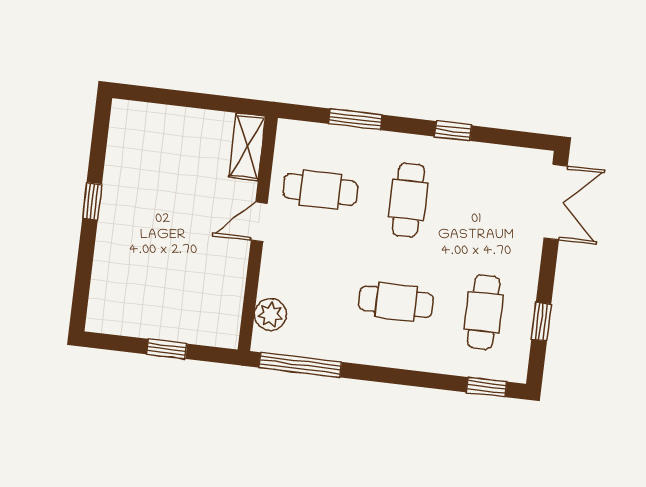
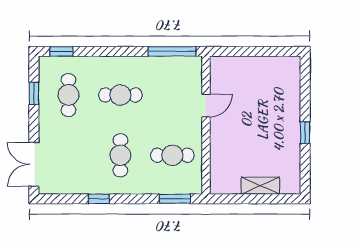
window: (355, 119) -> (175, 199), moved
shelving: (247, 147) -> (260, 186), moved, turned 90
door: (259, 222) -> (206, 106), moved
plant: (270, 314) -> (193, 79), removed
window: (167, 349) -> (251, 51), removed

